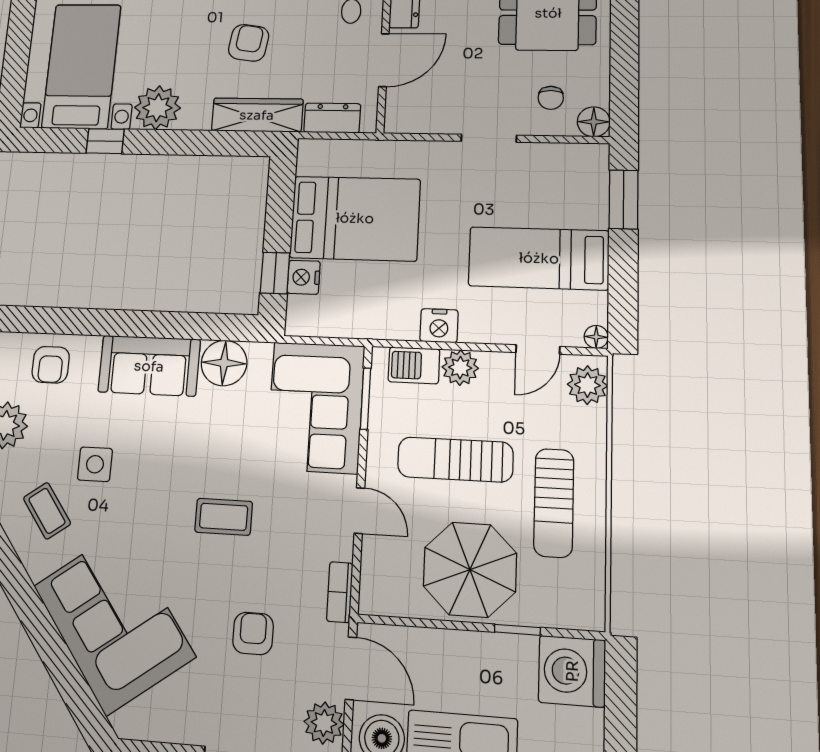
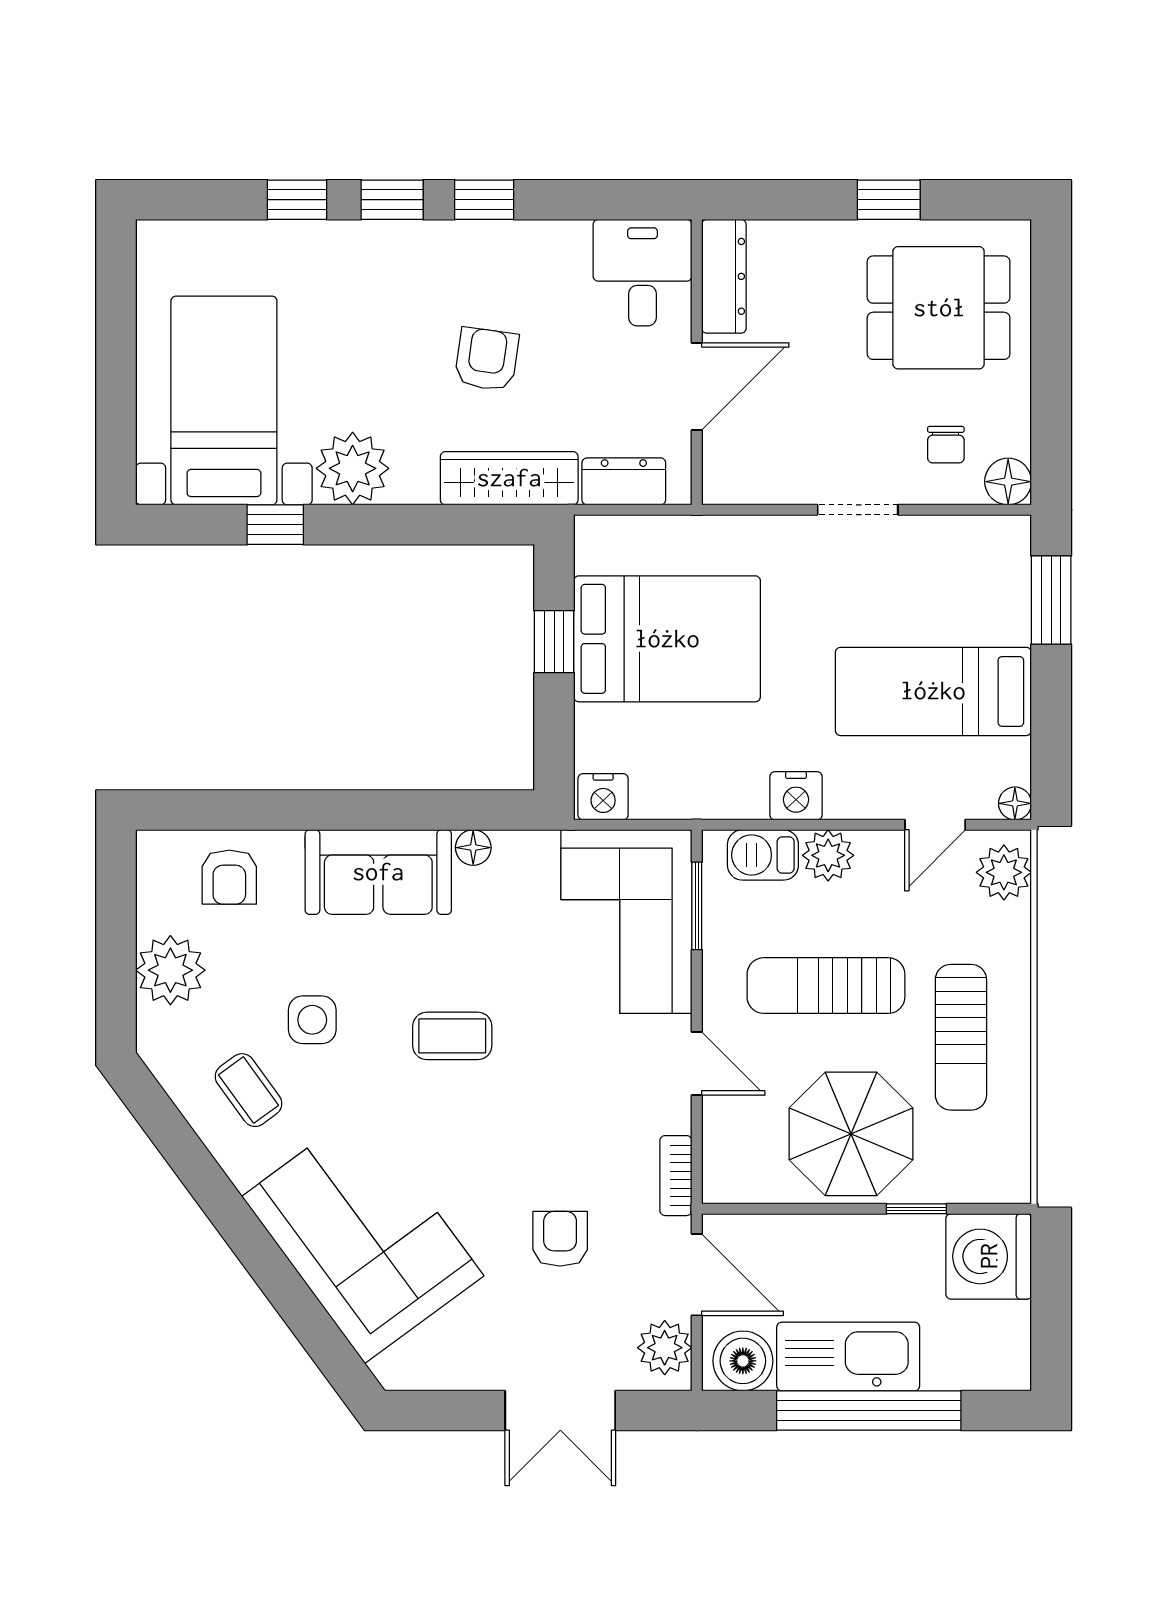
window: (275, 273) -> (554, 642), moved
nightstand: (304, 277) -> (603, 797), moved, turned -90
floor lamp: (224, 363) -> (473, 848), width x0.53, depth x0.53
coffee table: (224, 517) -> (452, 1036), moved

